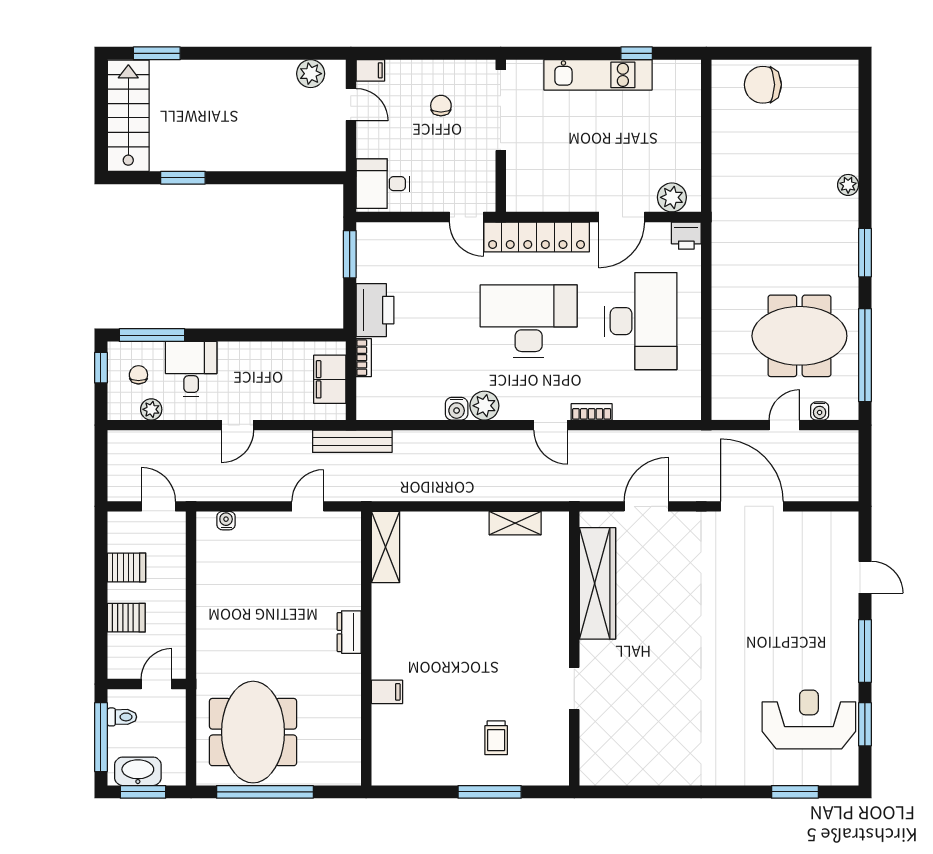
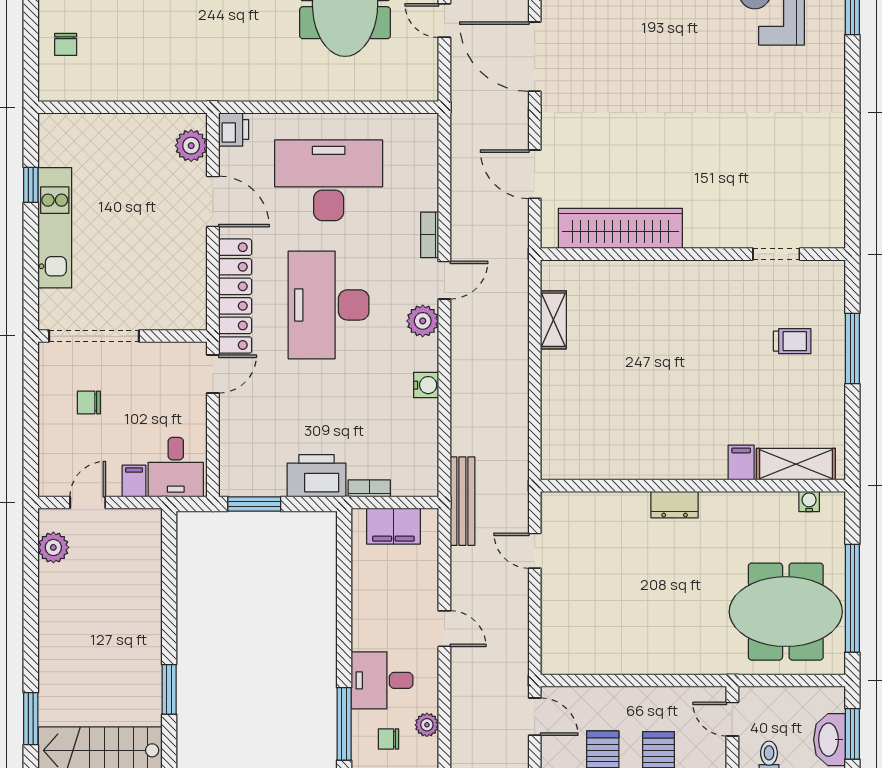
filing cabinet: (370, 70) -> (134, 481), moved
chair: (763, 85) -> (66, 44), width x0.54, depth x0.54
plant: (484, 406) -> (423, 321), moved
door: (159, 506) -> (535, 717), swing flipped
door: (752, 506) -> (535, 57), hinge flipped
water cooler: (226, 521) -> (809, 501), moved, turned 90
shelving: (385, 547) -> (796, 464), moved
doorway: (574, 688) -> (776, 254), moved

